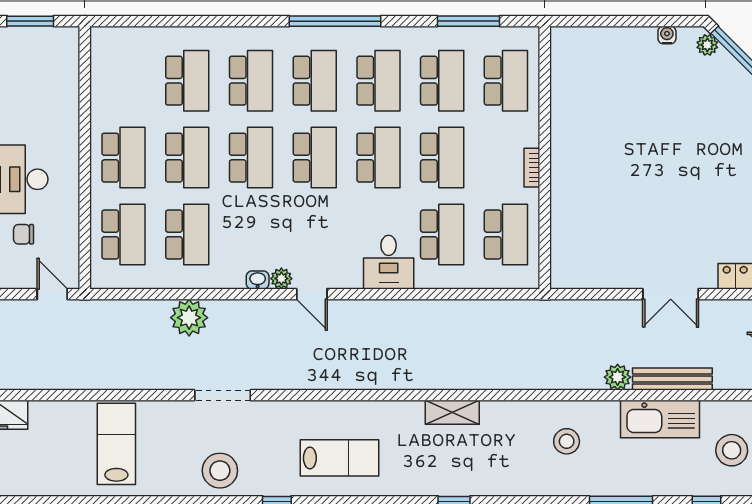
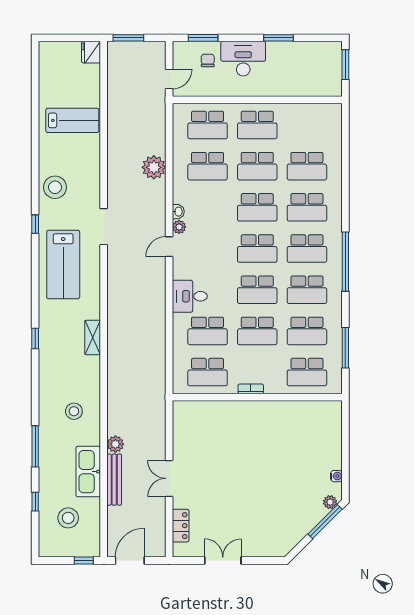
doorway: (223, 395) -> (104, 227), moved
lab bench: (339, 458) -> (63, 265), width x1.36, depth x1.39

